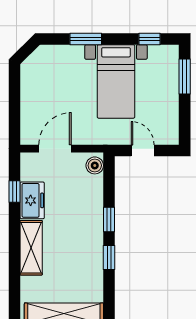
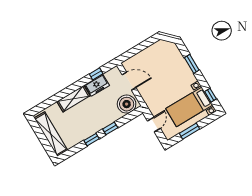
window: (185, 76) -> (190, 131), moved
bed with nightstands: (116, 81) -> (189, 107), moved
boiler: (95, 165) -> (127, 104), width x1.86, depth x1.86

